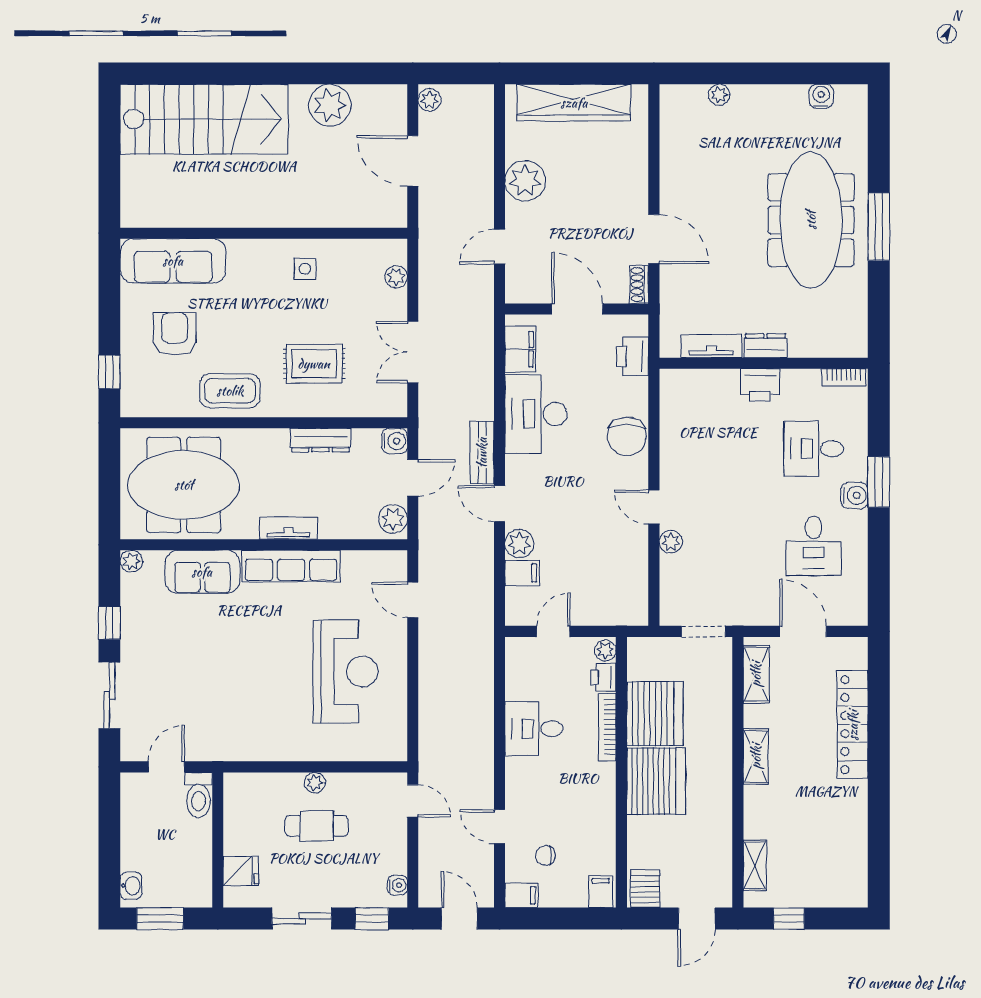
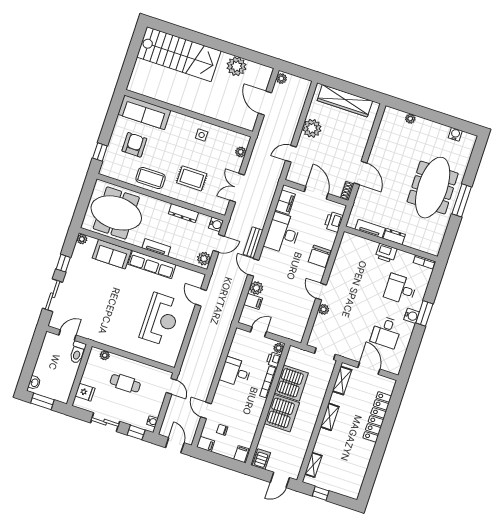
plant: (315, 783) -> (105, 355), moved

